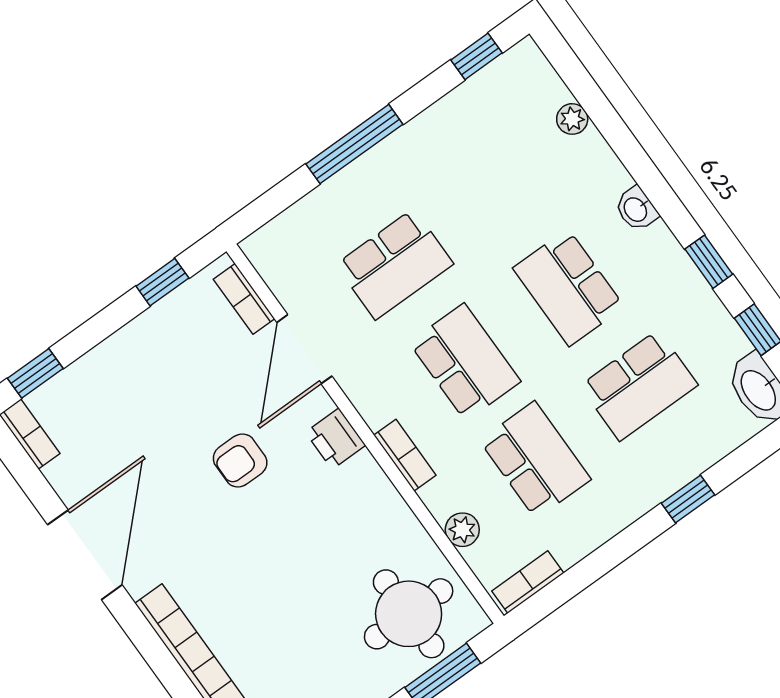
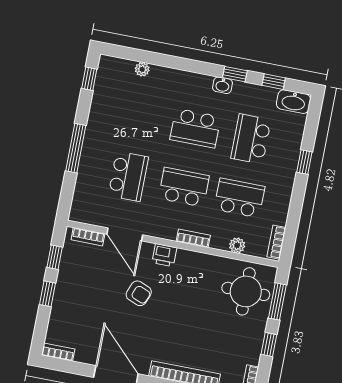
washbasin: (636, 209) -> (222, 85), moved
window: (35, 373) -> (47, 294), moved
school desk: (639, 385) -> (251, 139), turned 180
armchair: (240, 460) -> (139, 293), turned -68

